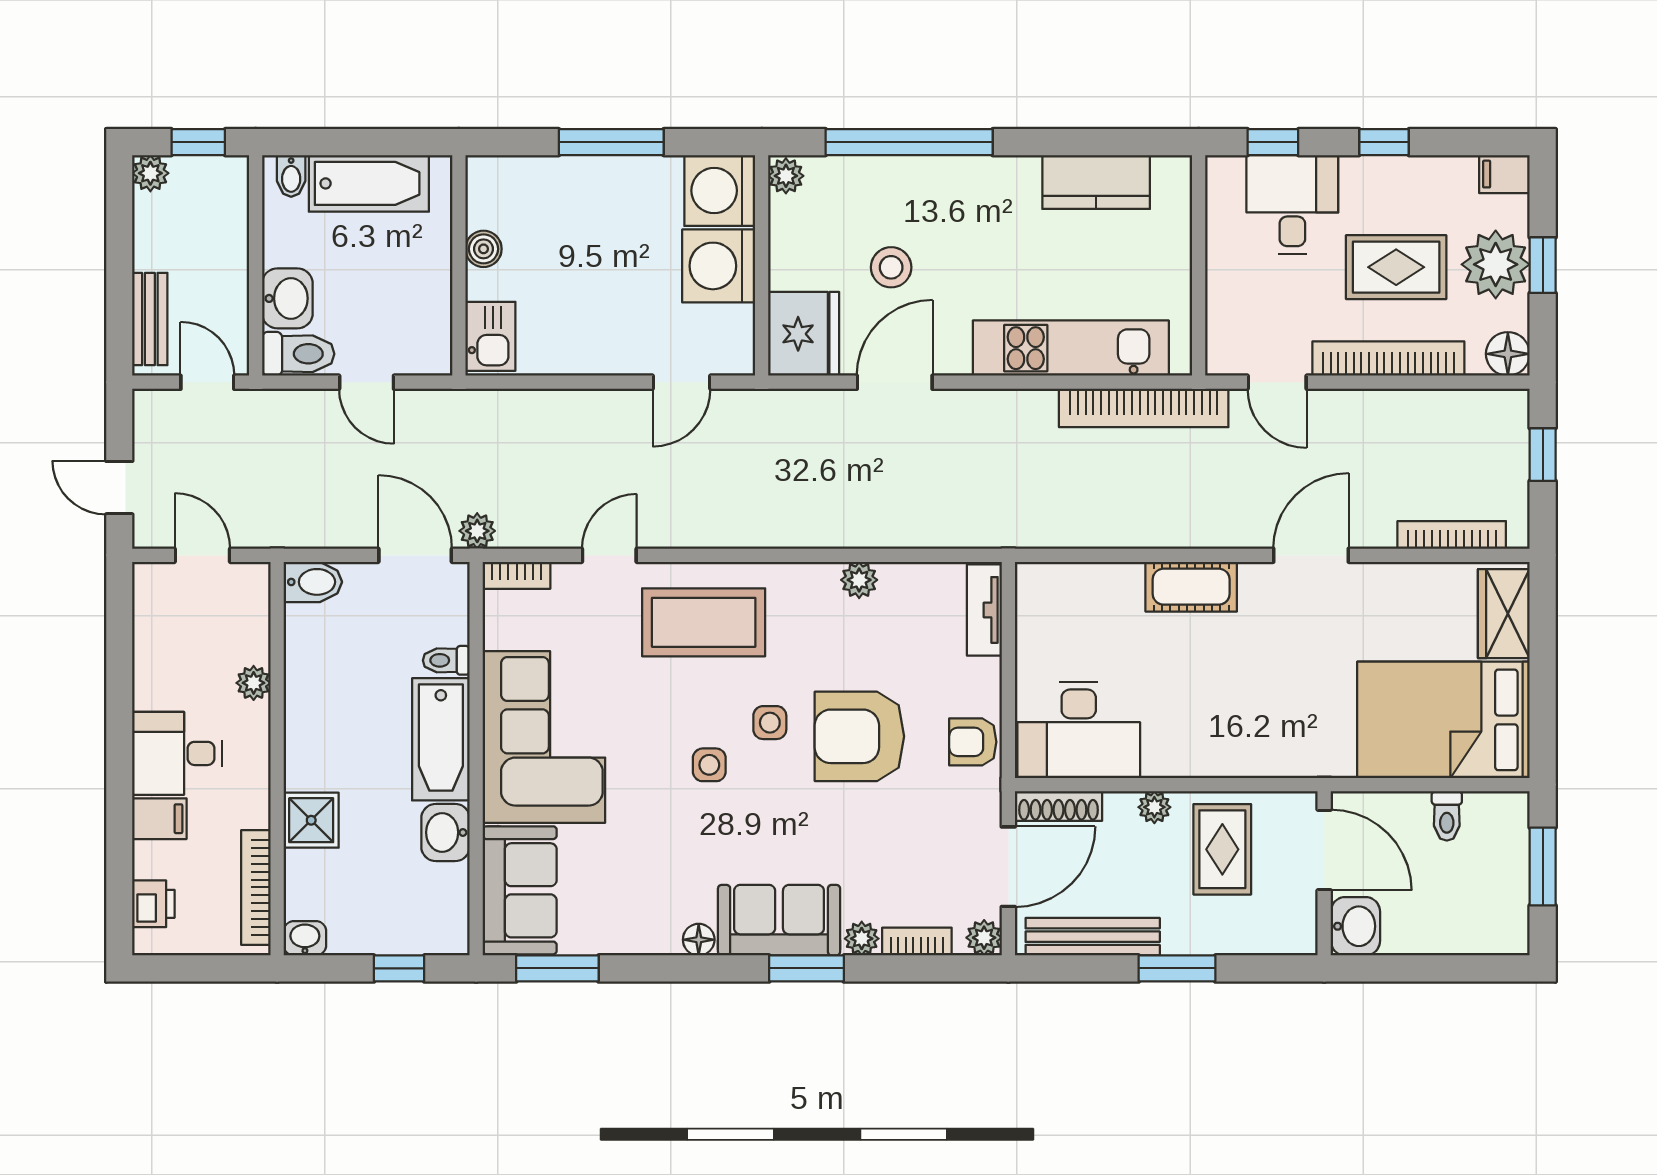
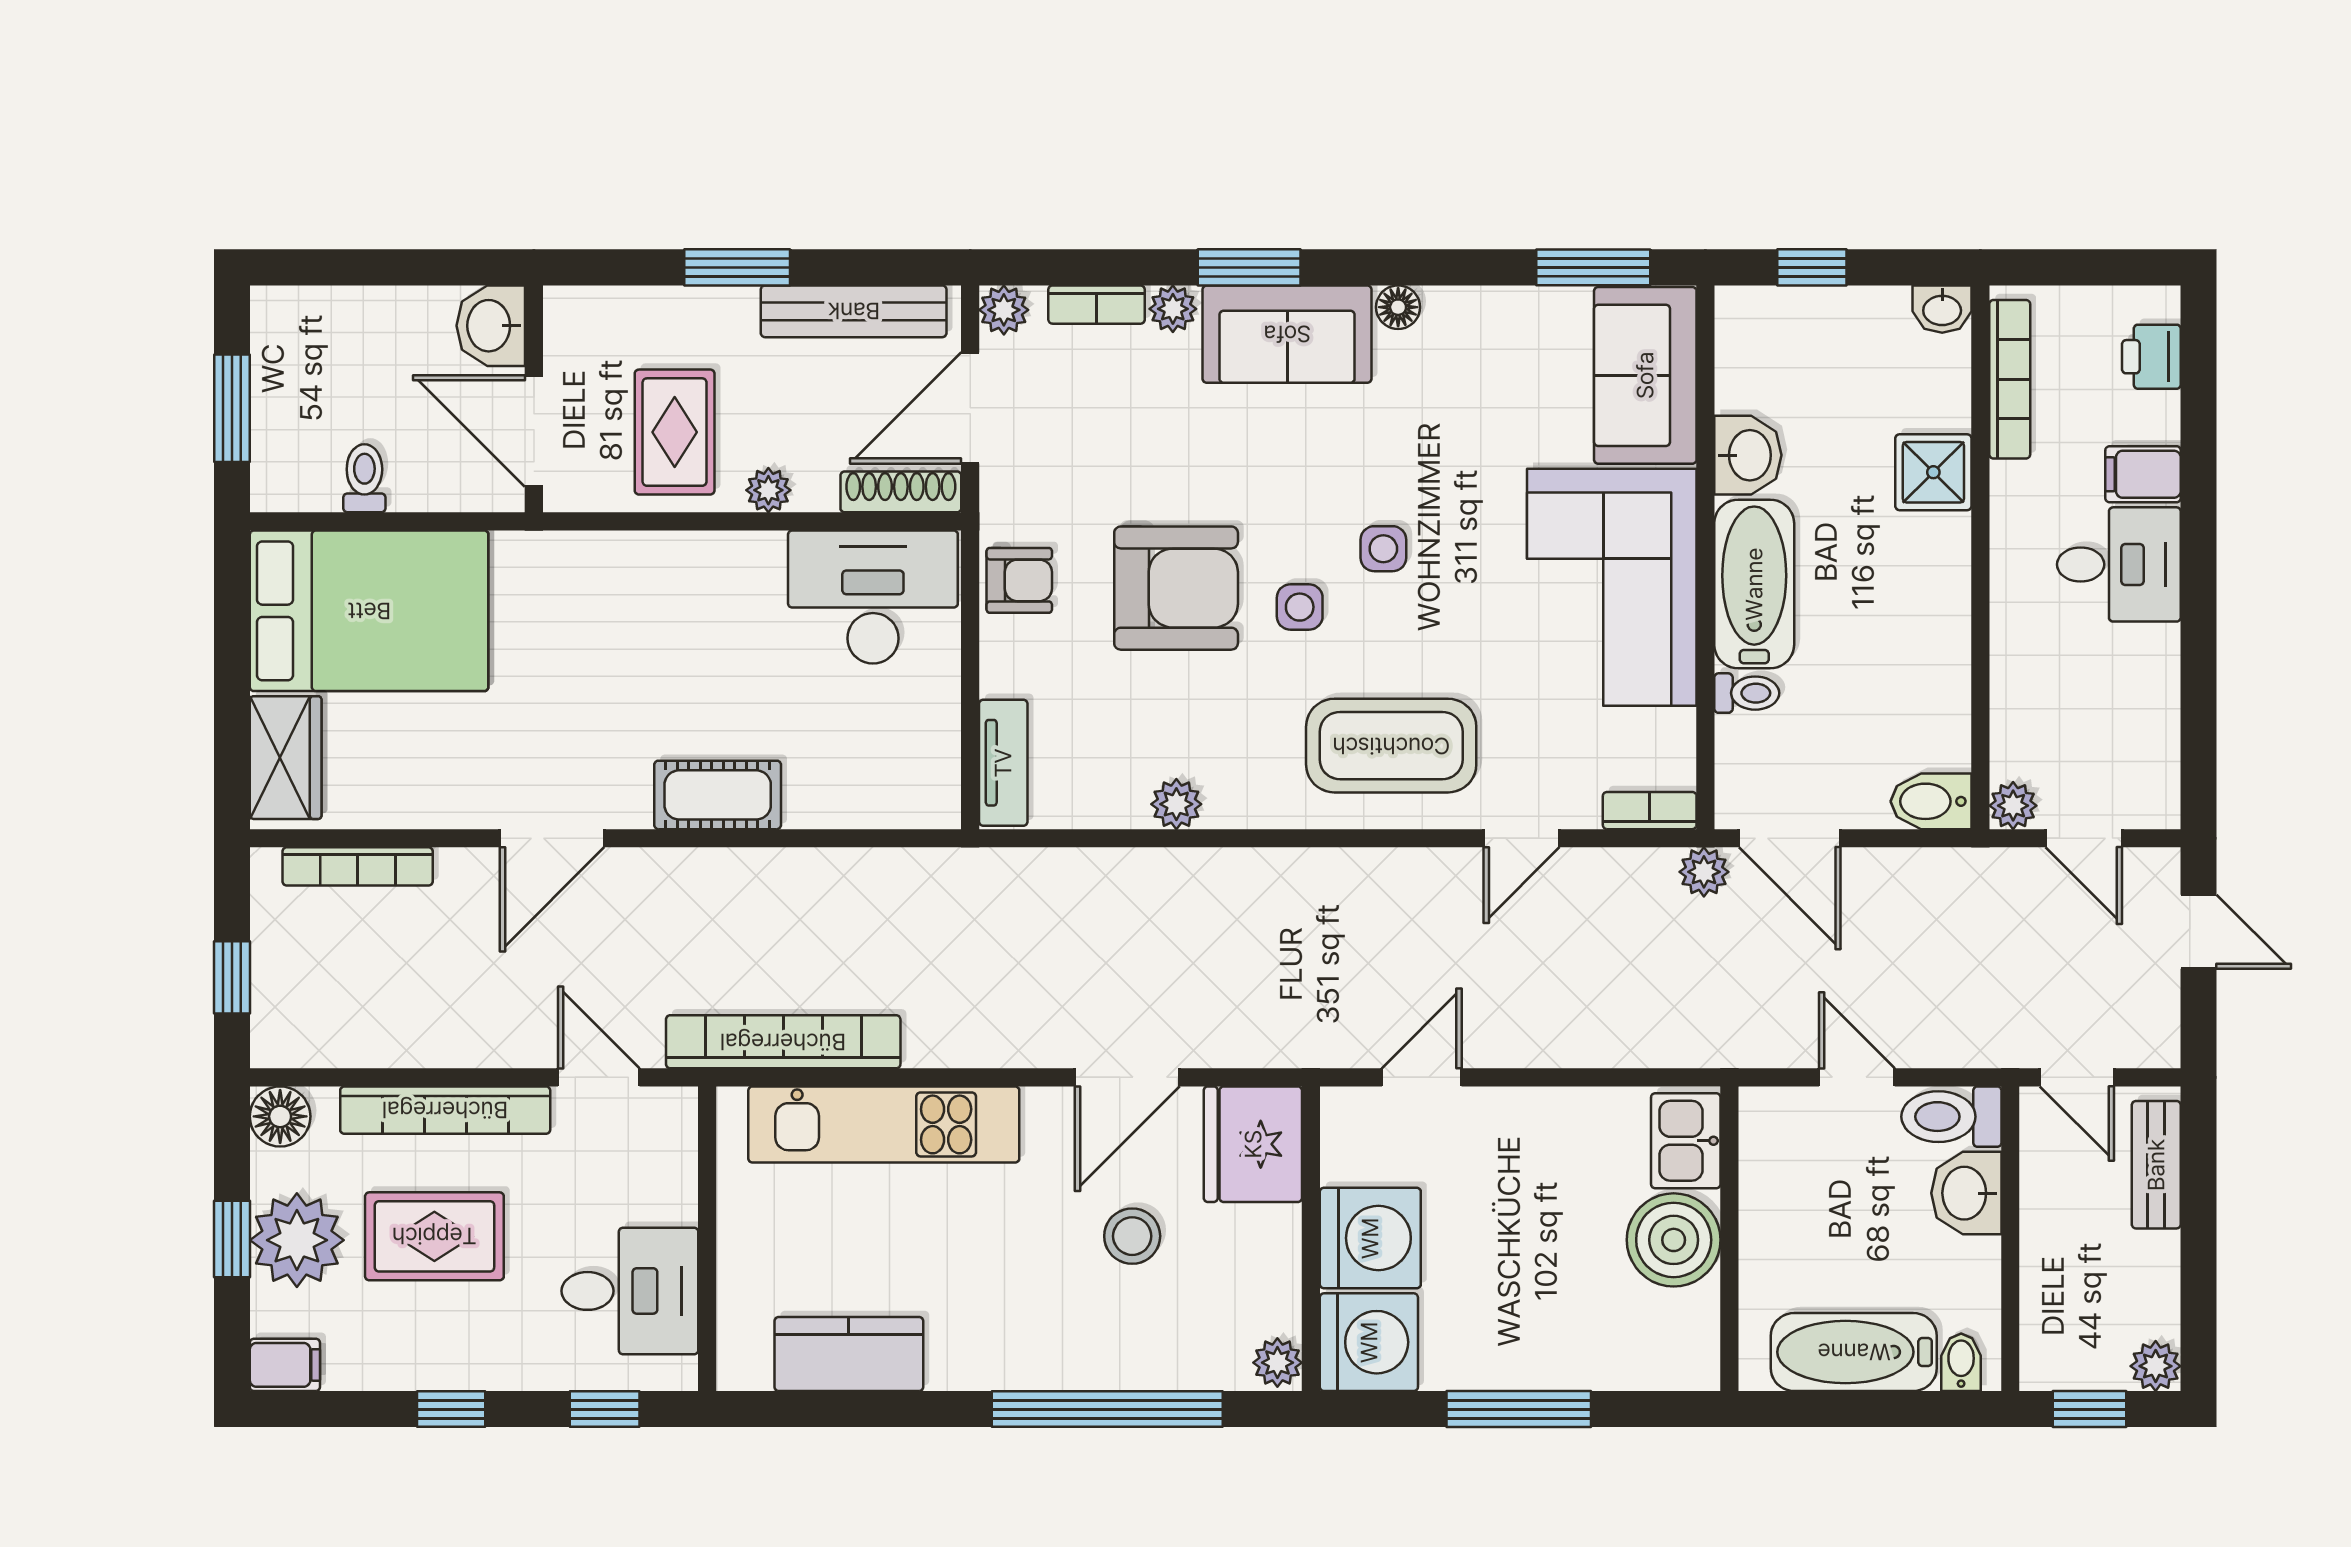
desk: (1292, 205) -> (630, 1291), moved, turned -90
boiler: (484, 249) -> (1674, 1240), width x1.86, depth x1.86
plant: (254, 683) -> (2013, 806), moved

